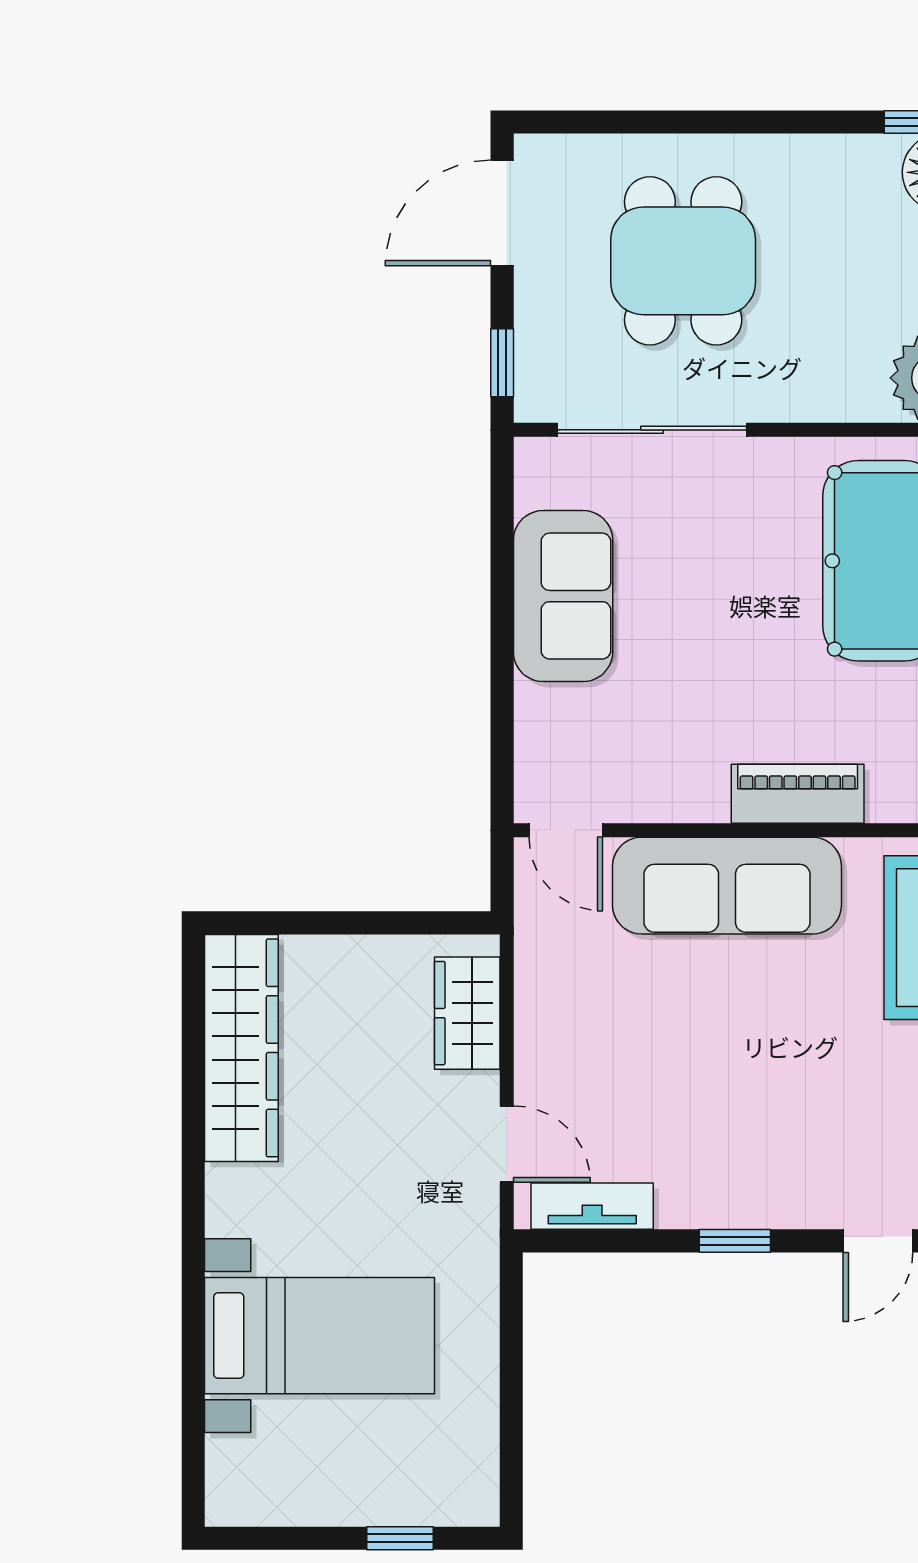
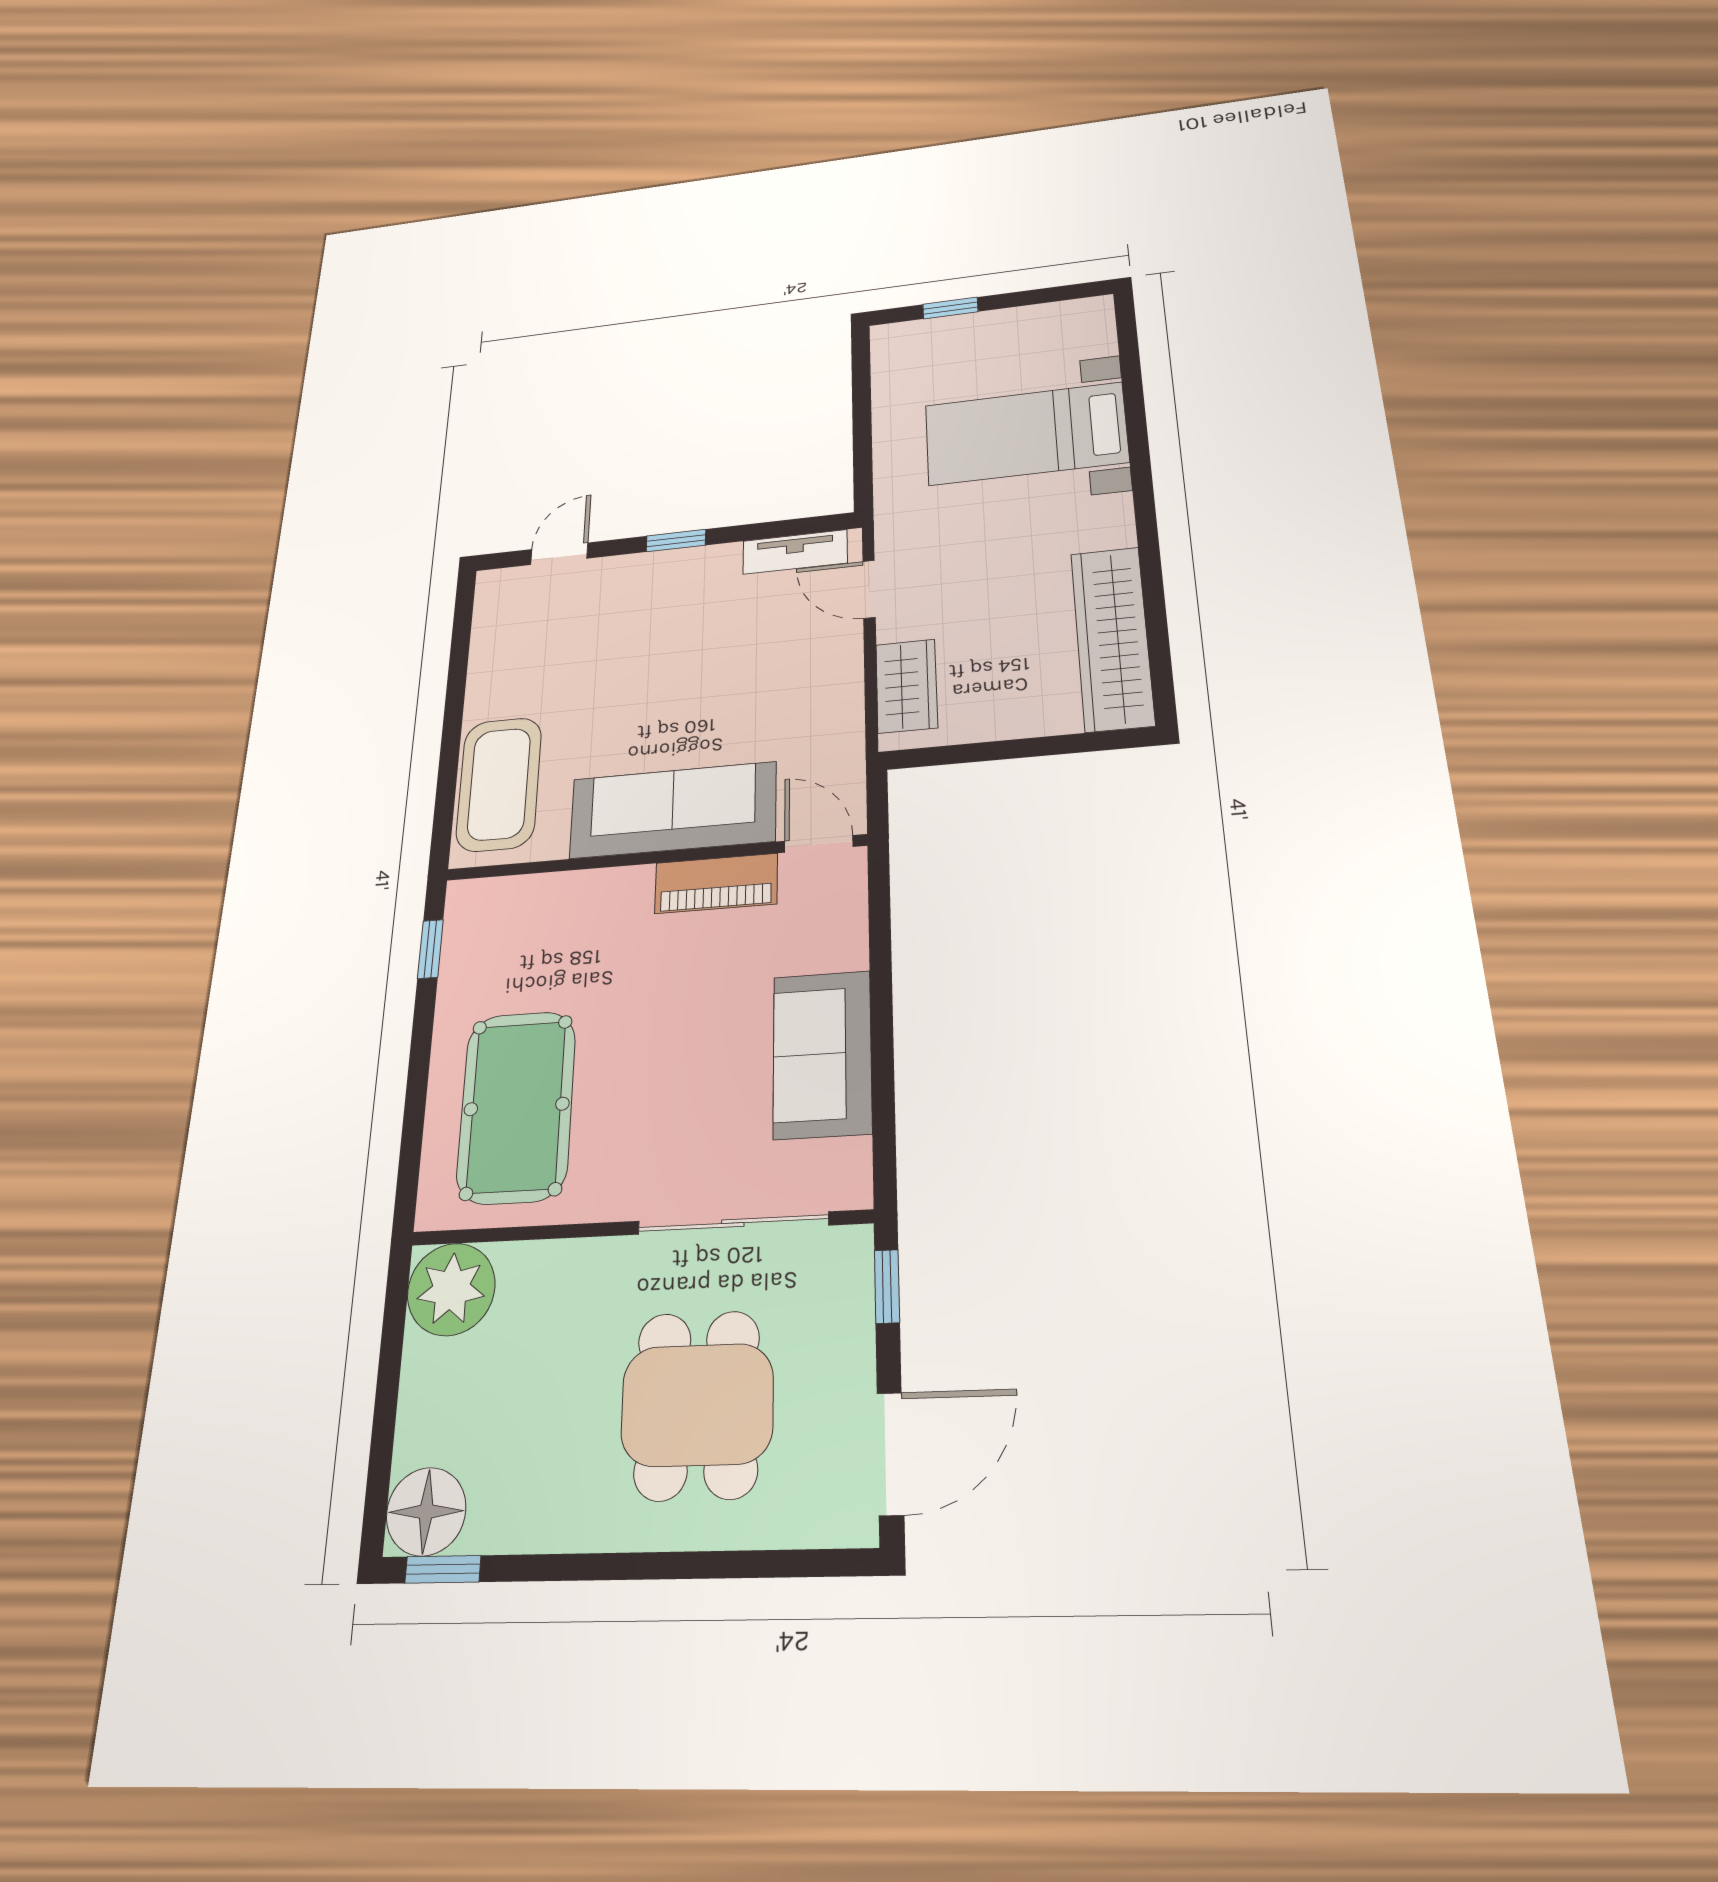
piano: (798, 794) -> (716, 883), moved

